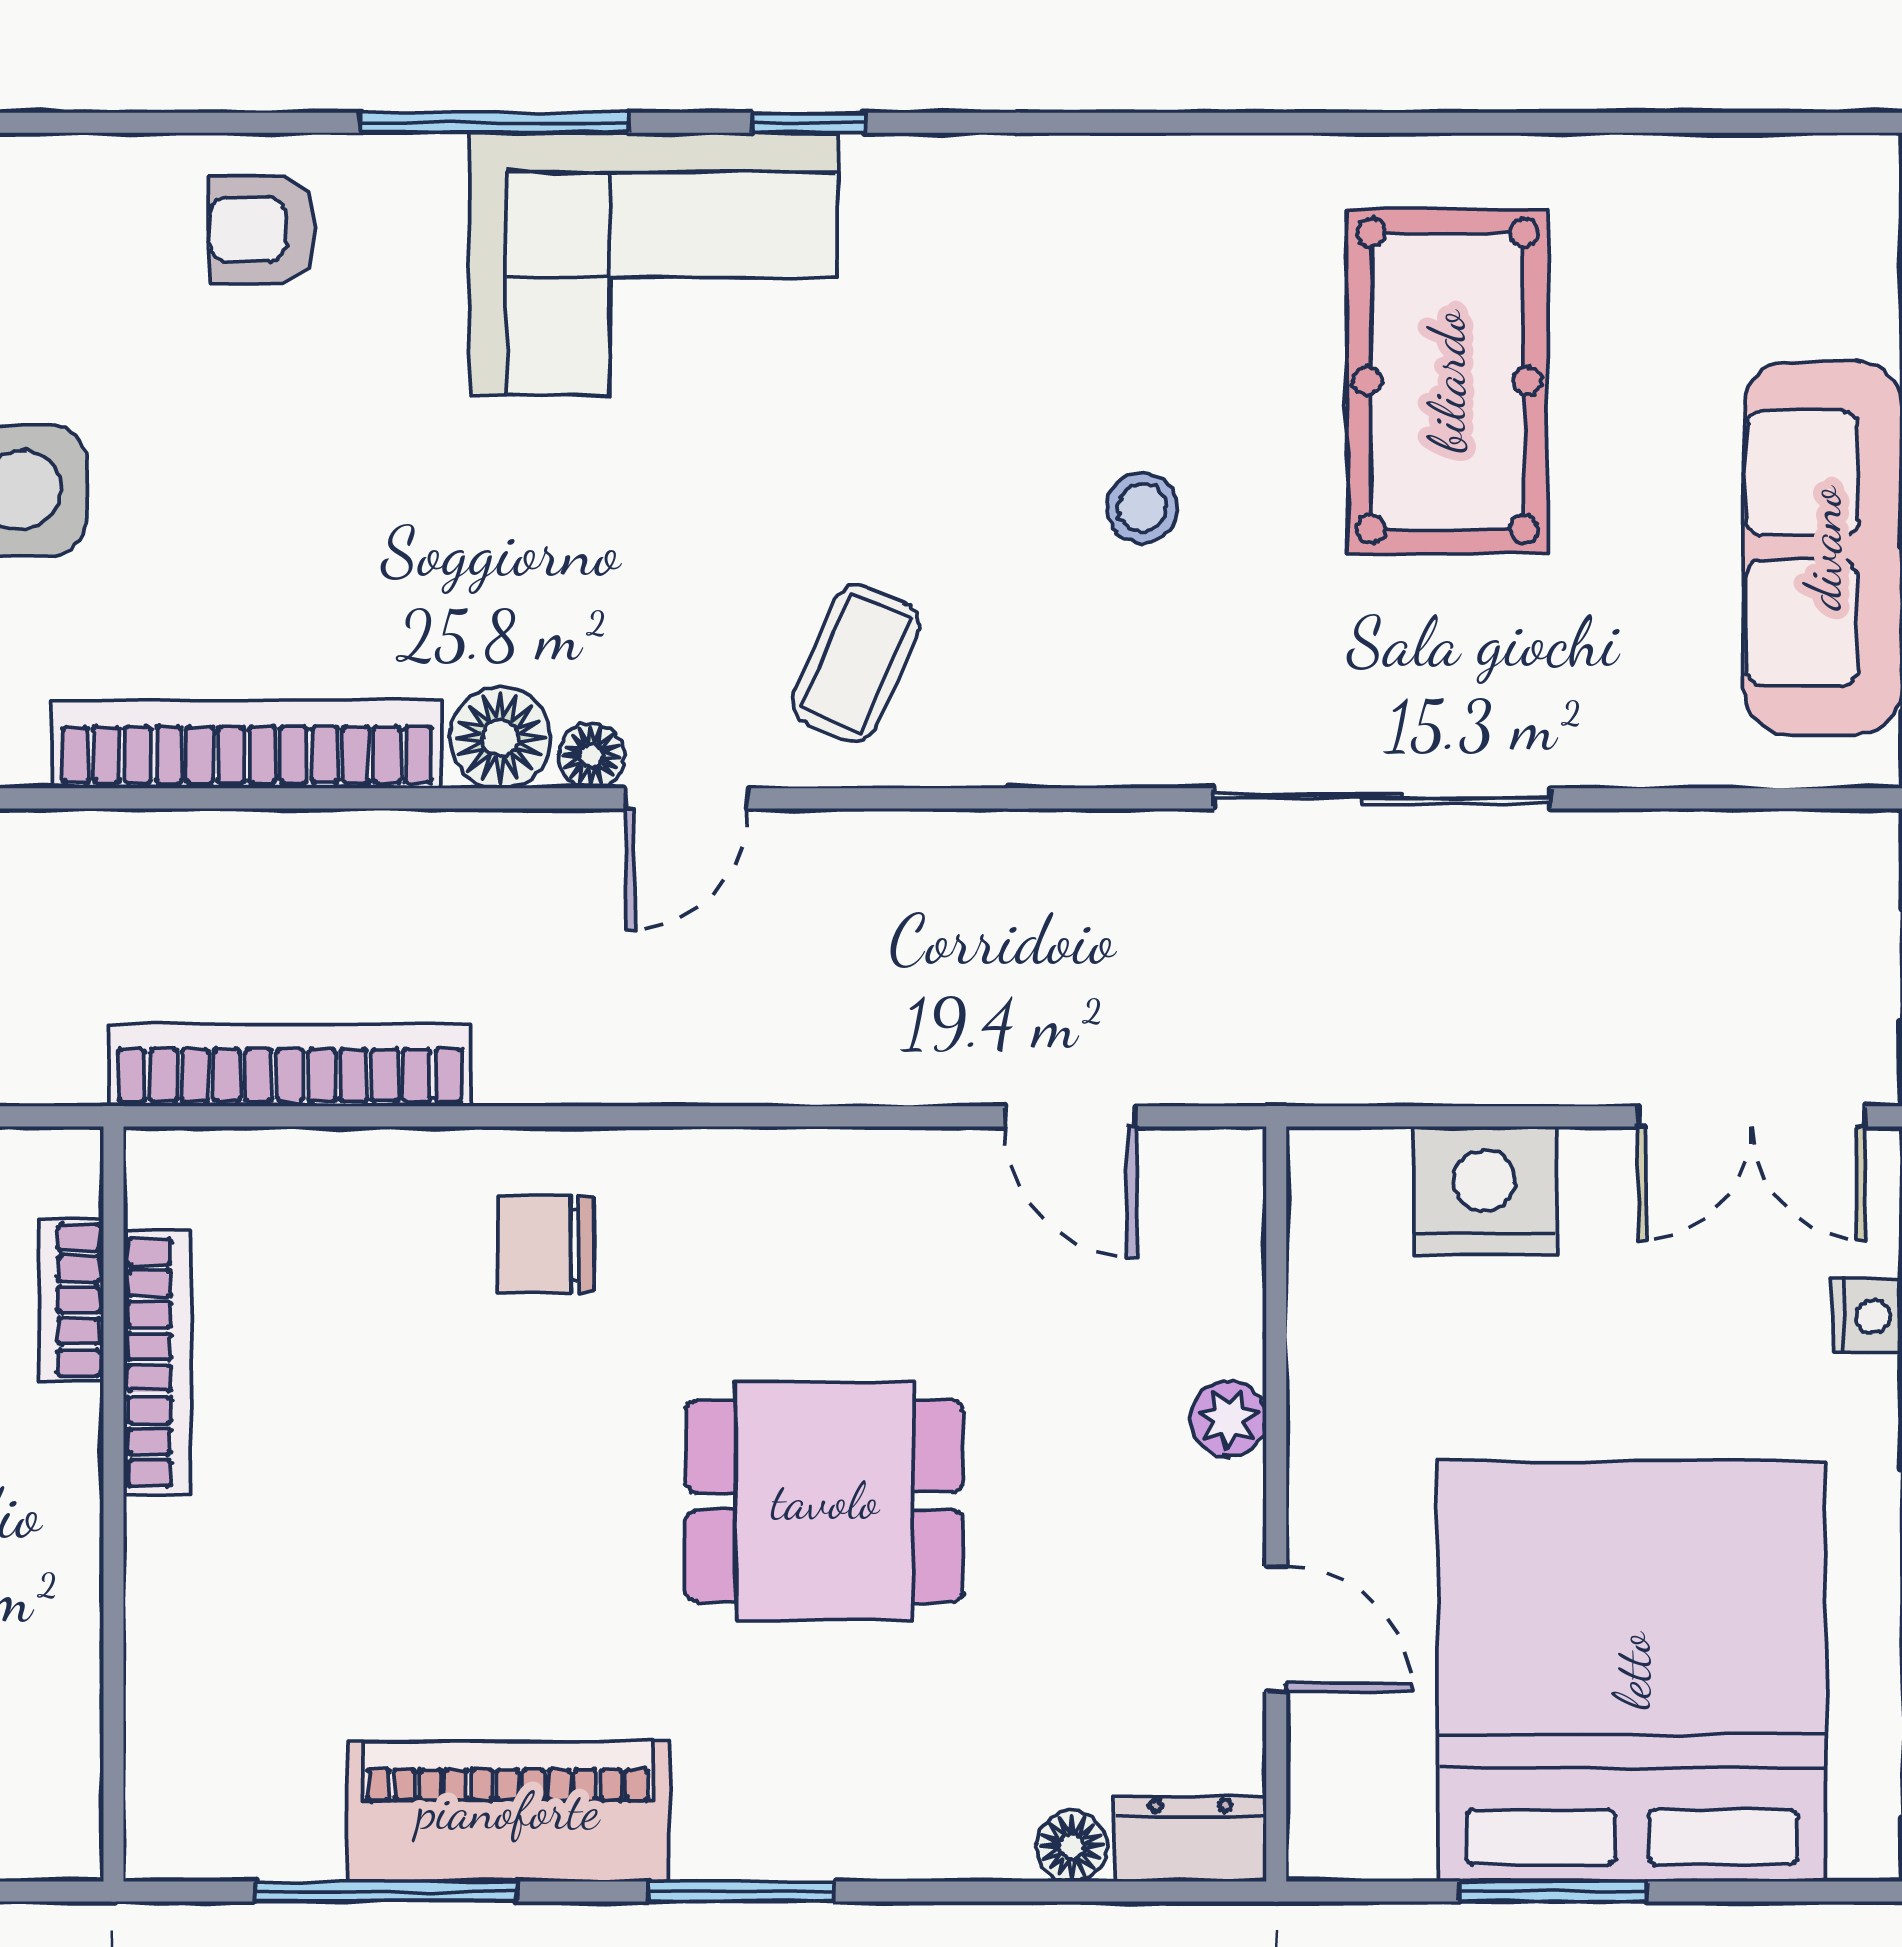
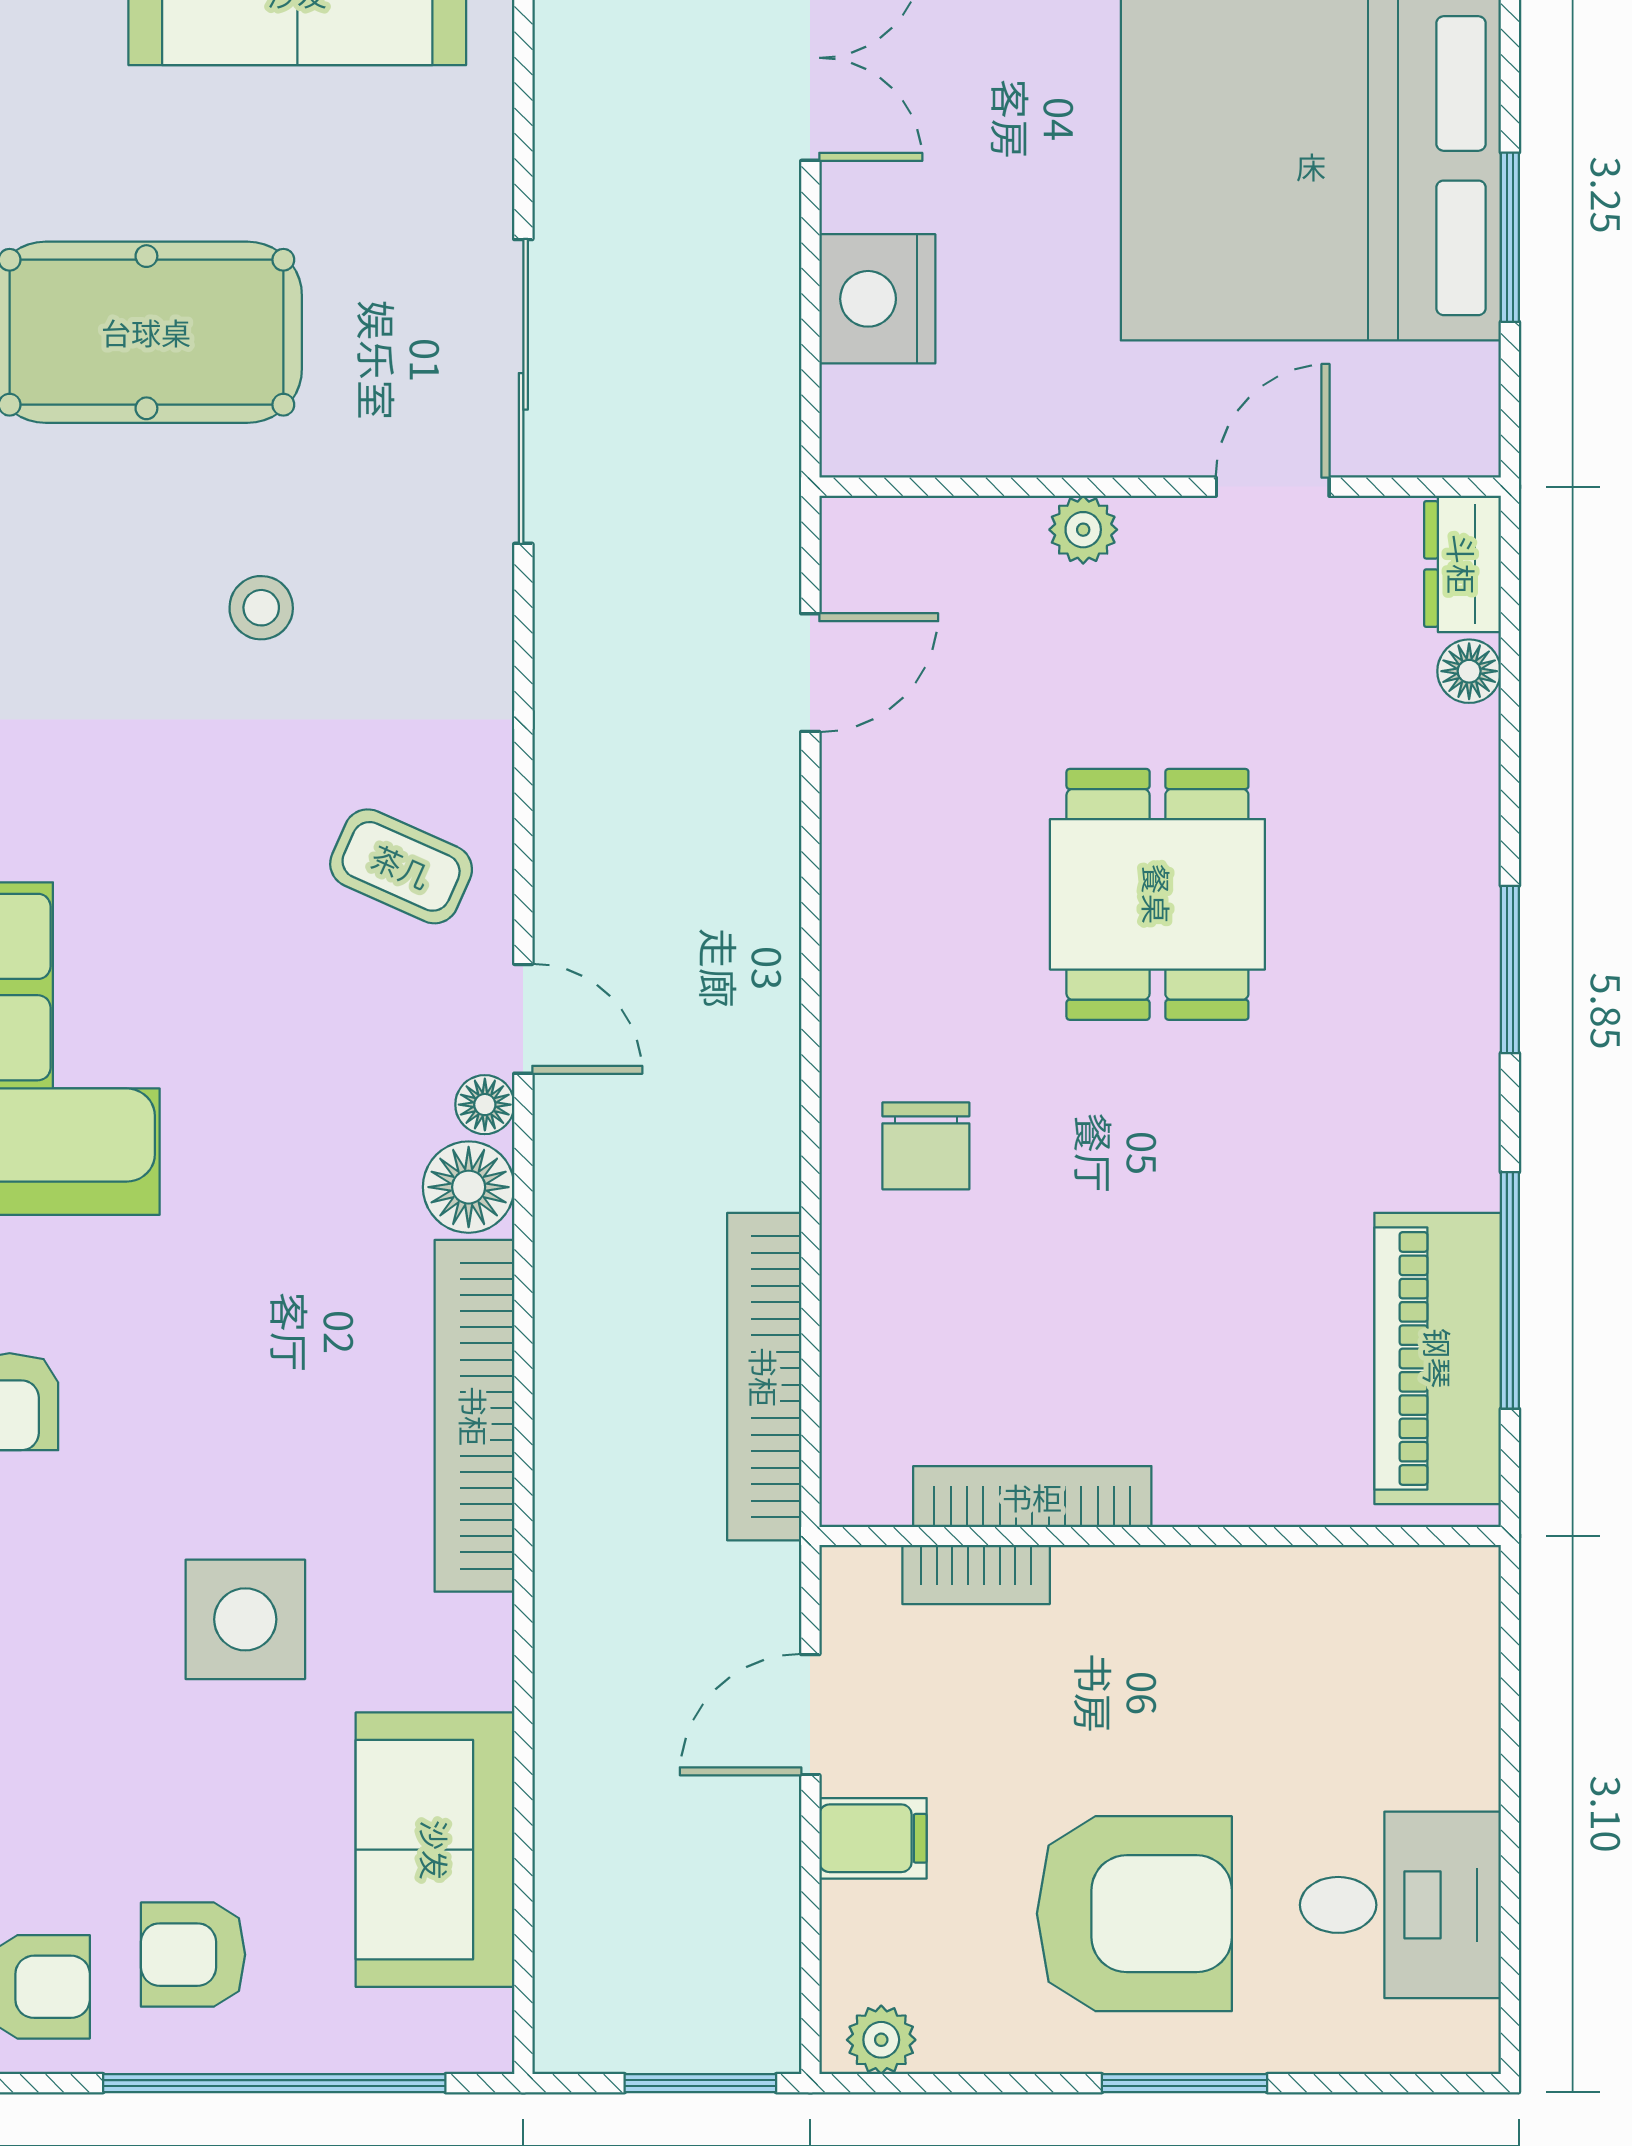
piano: (508, 1811) -> (1438, 1358), moved

